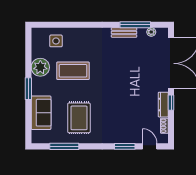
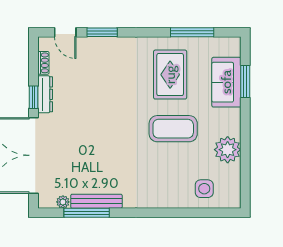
bench: (124, 32) -> (96, 201), width x1.36
coffee table: (73, 71) -> (173, 129), moved
window: (28, 89) -> (245, 82), moved

